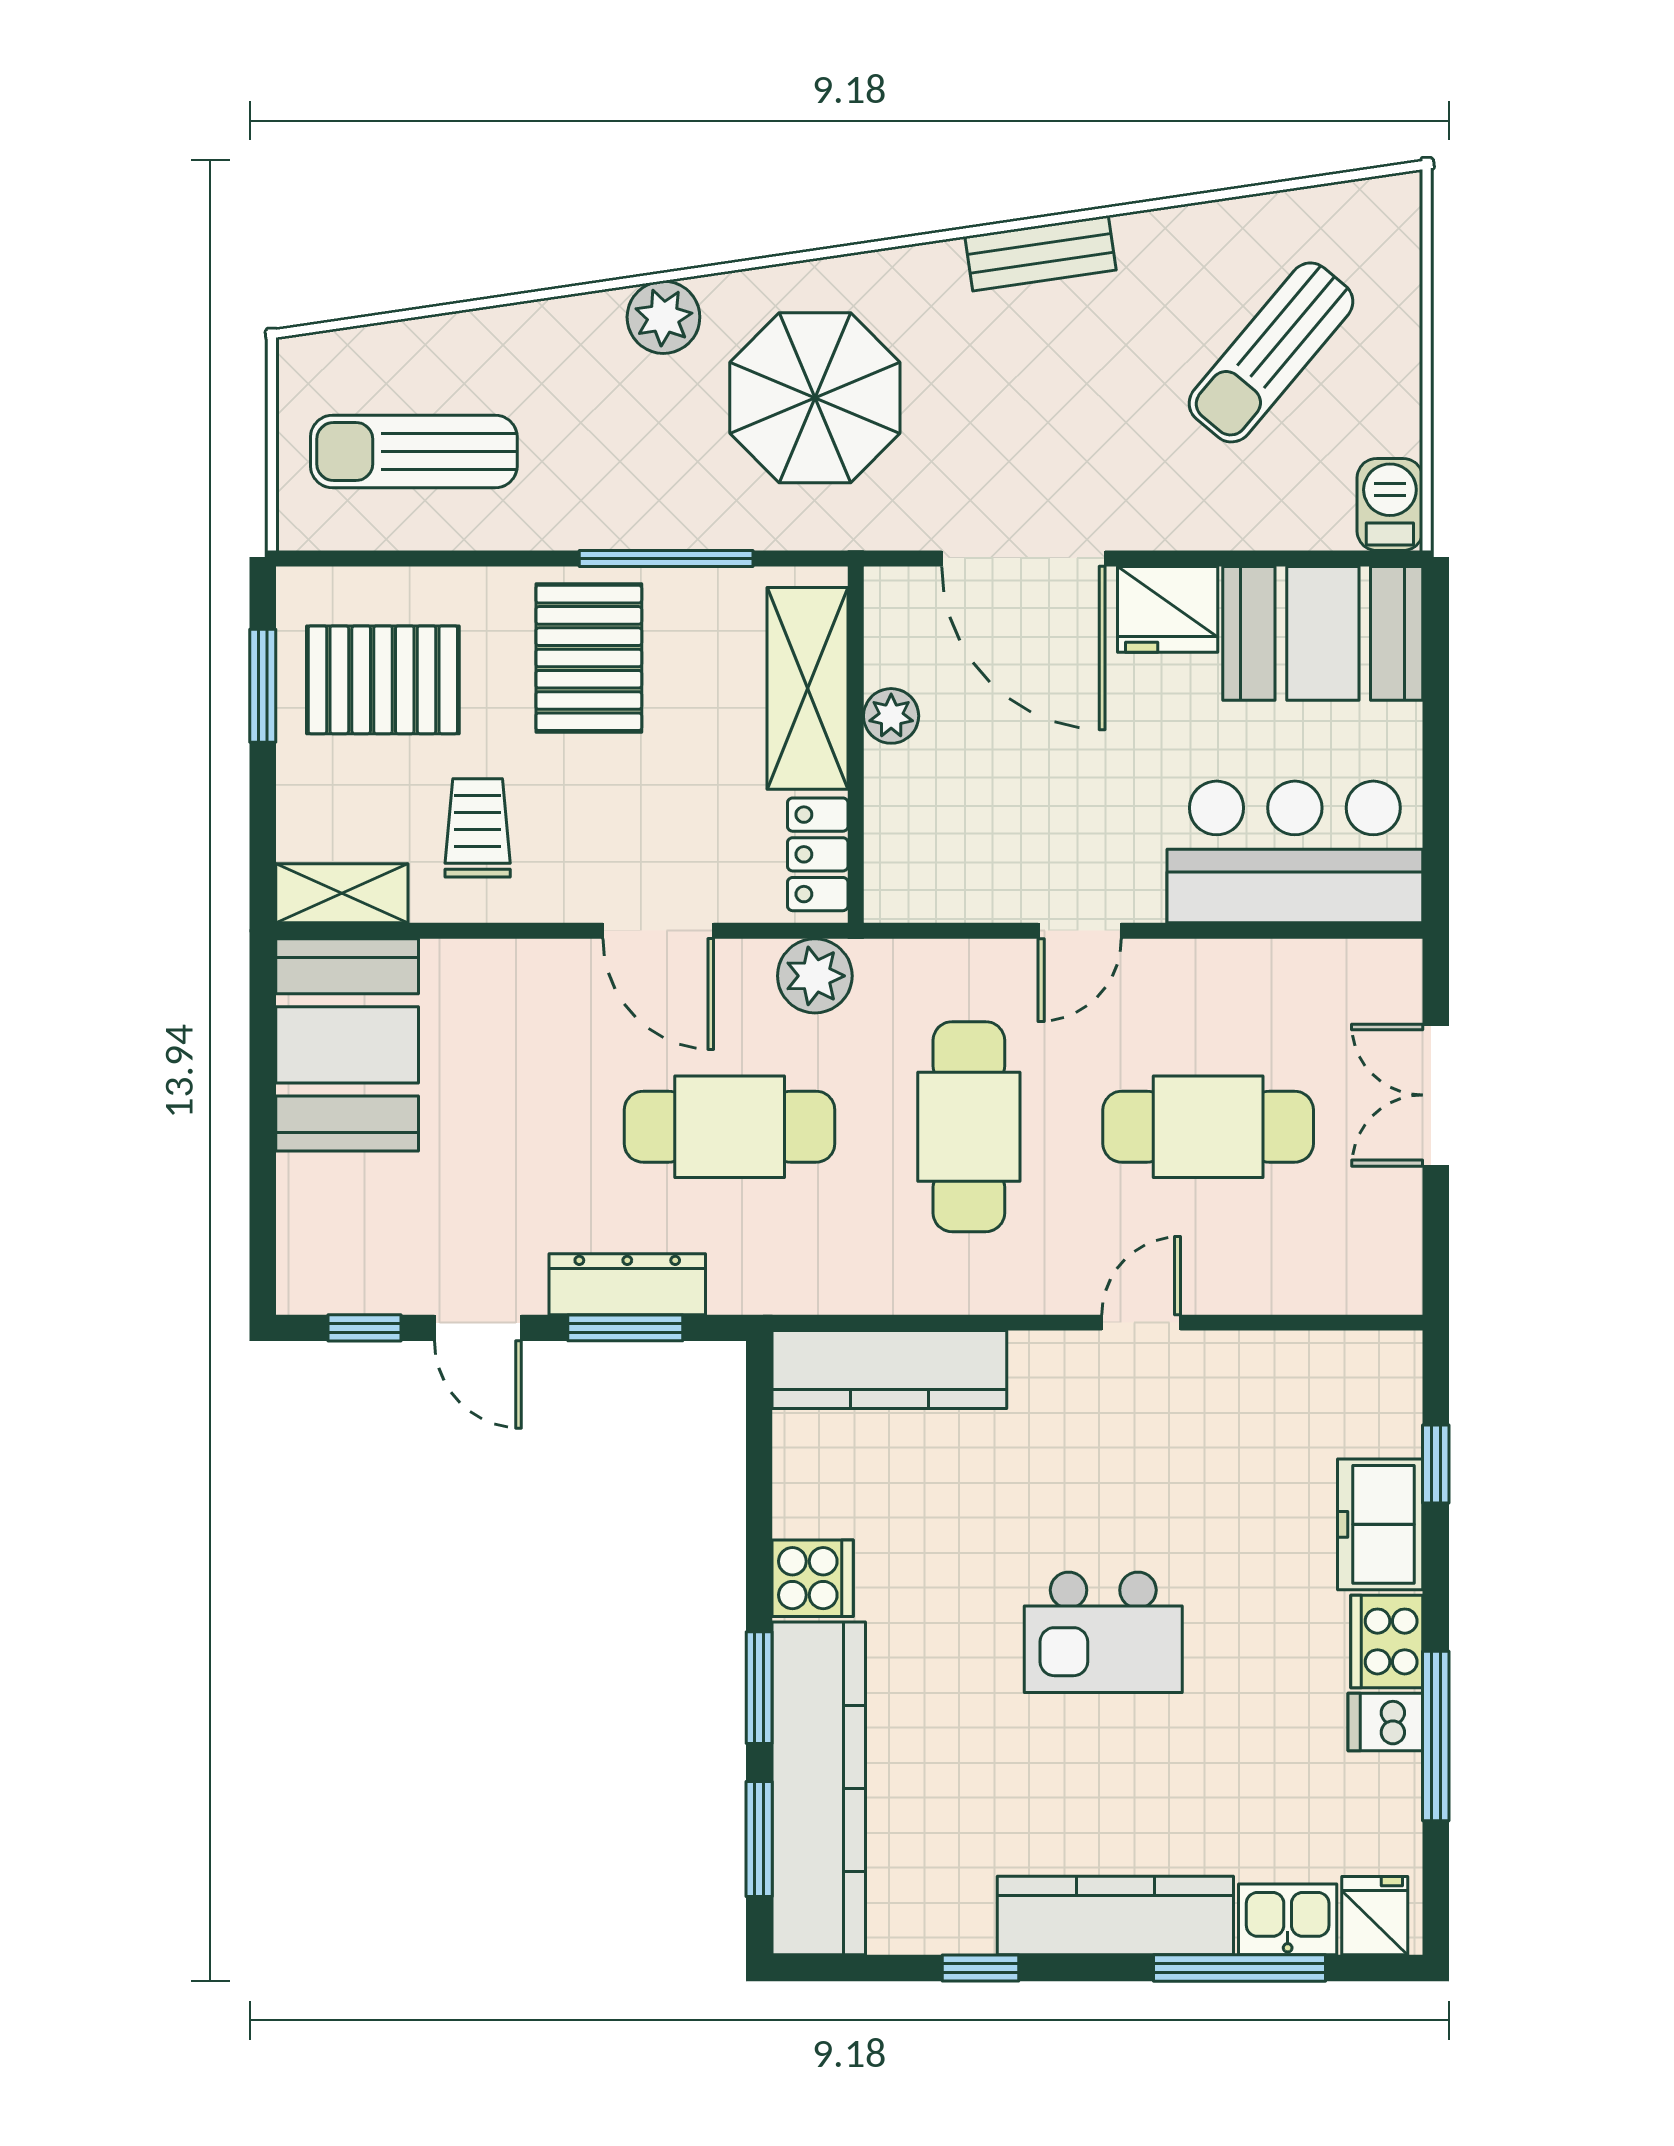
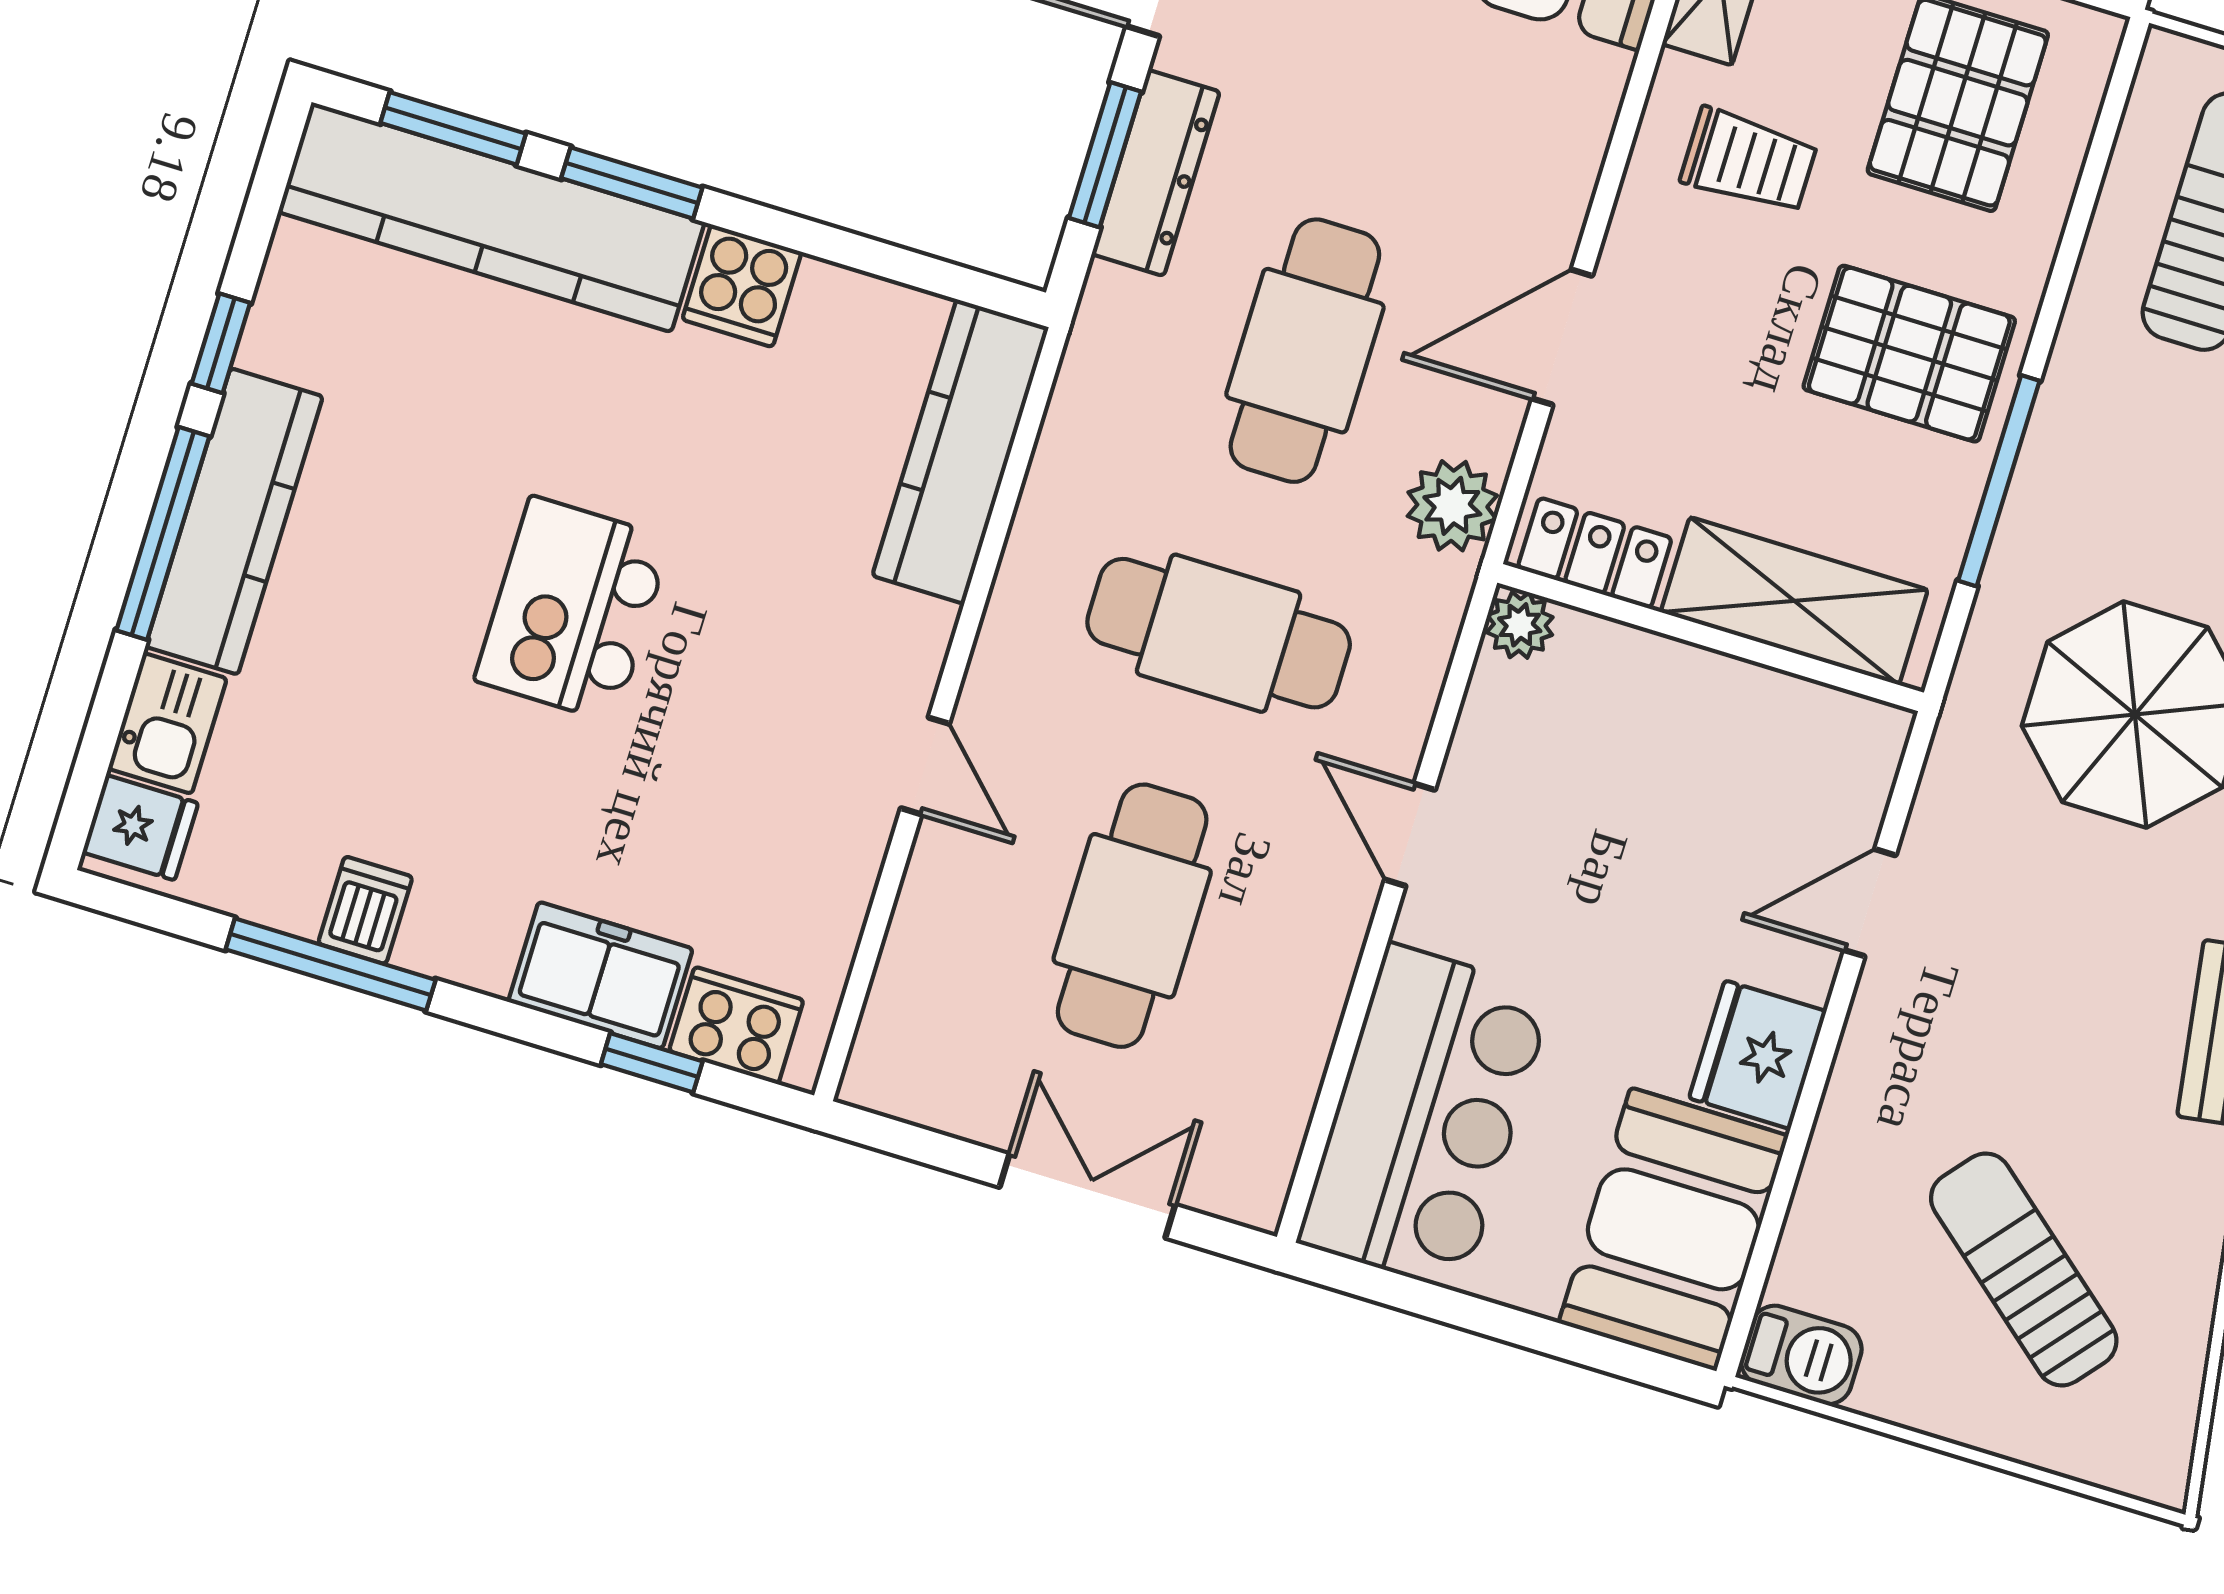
door: (1023, 558) -> (1870, 903), width x0.53
plant: (891, 716) -> (1520, 625), moved
cooker: (1387, 1641) -> (736, 1025), moved
window: (1239, 1968) -> (163, 533), moved

